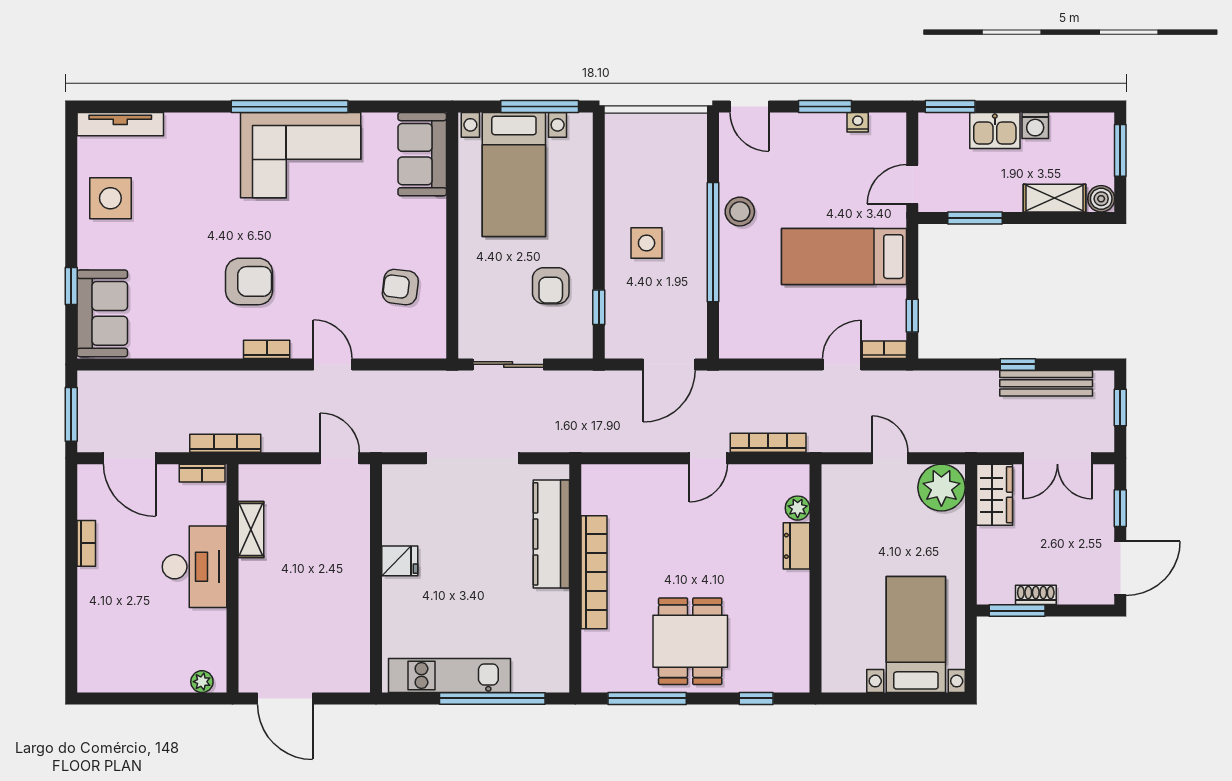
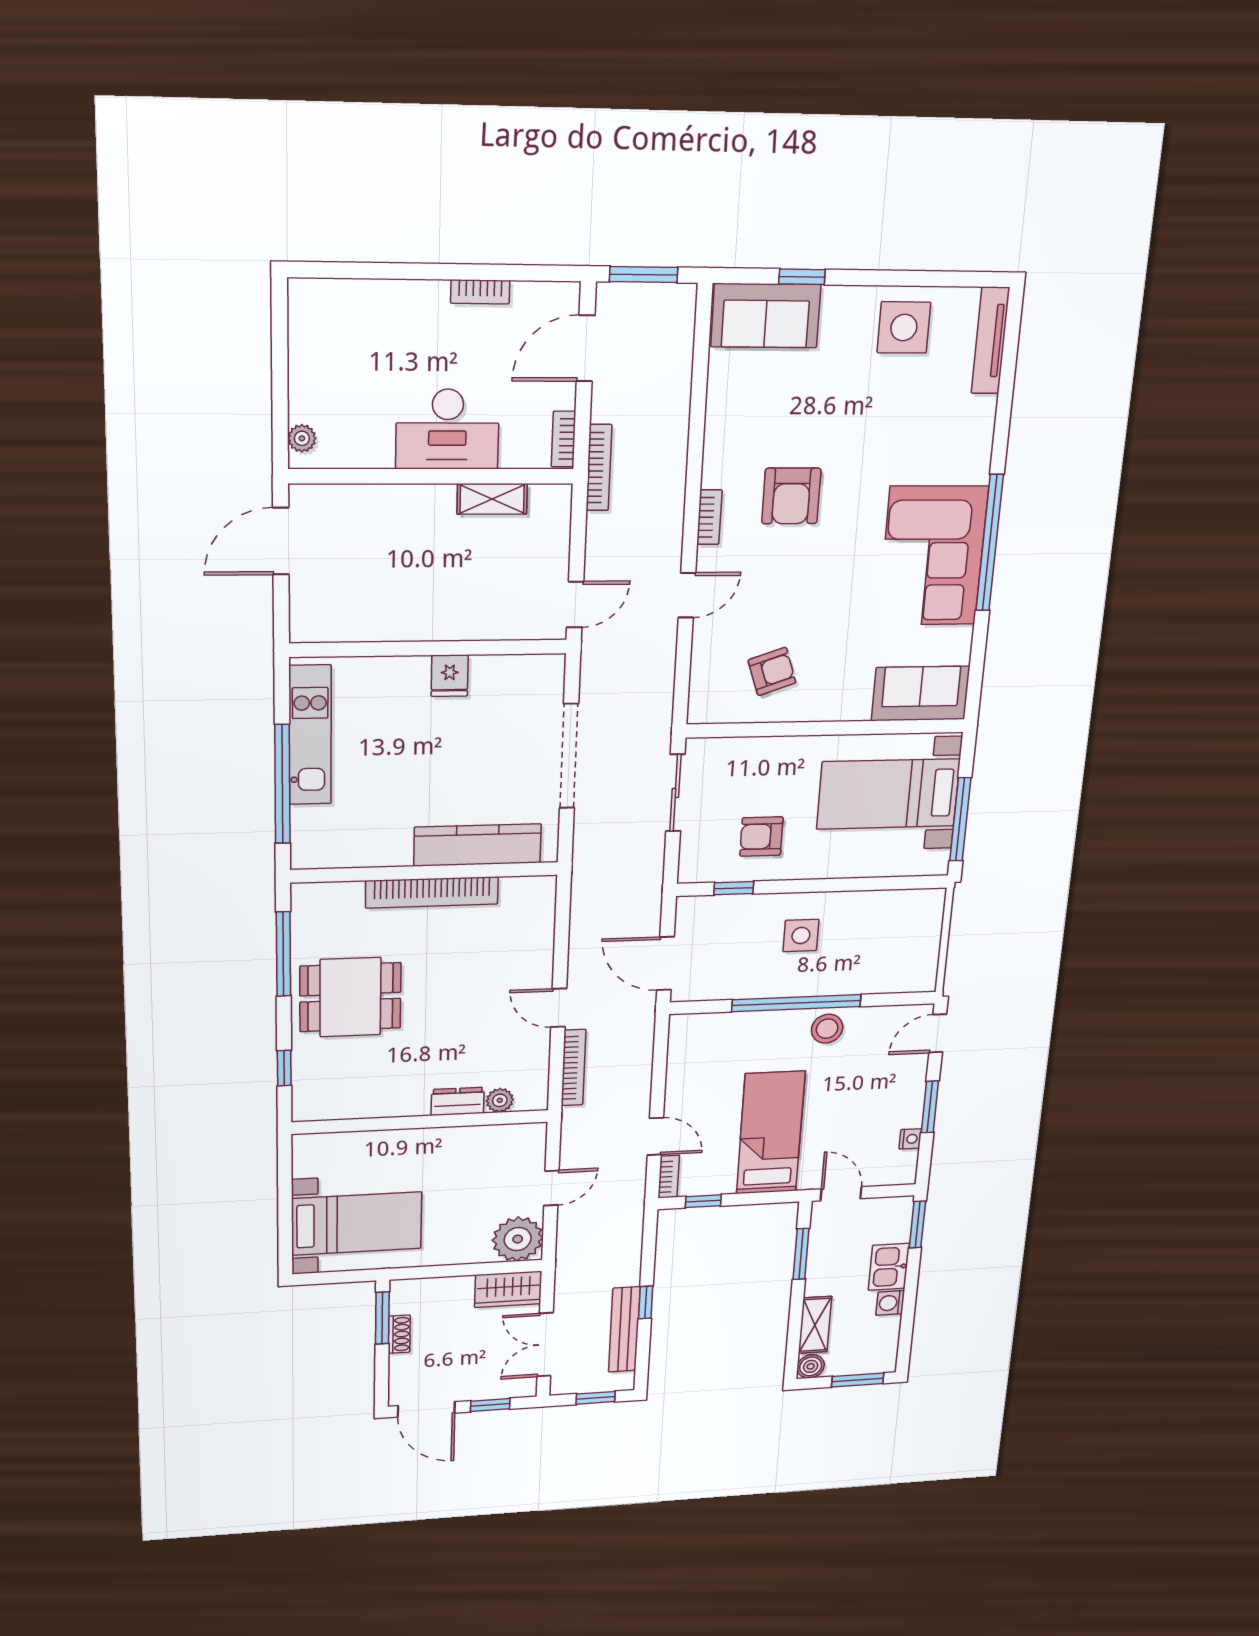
armchair: (400, 287) -> (772, 671), turned 64

